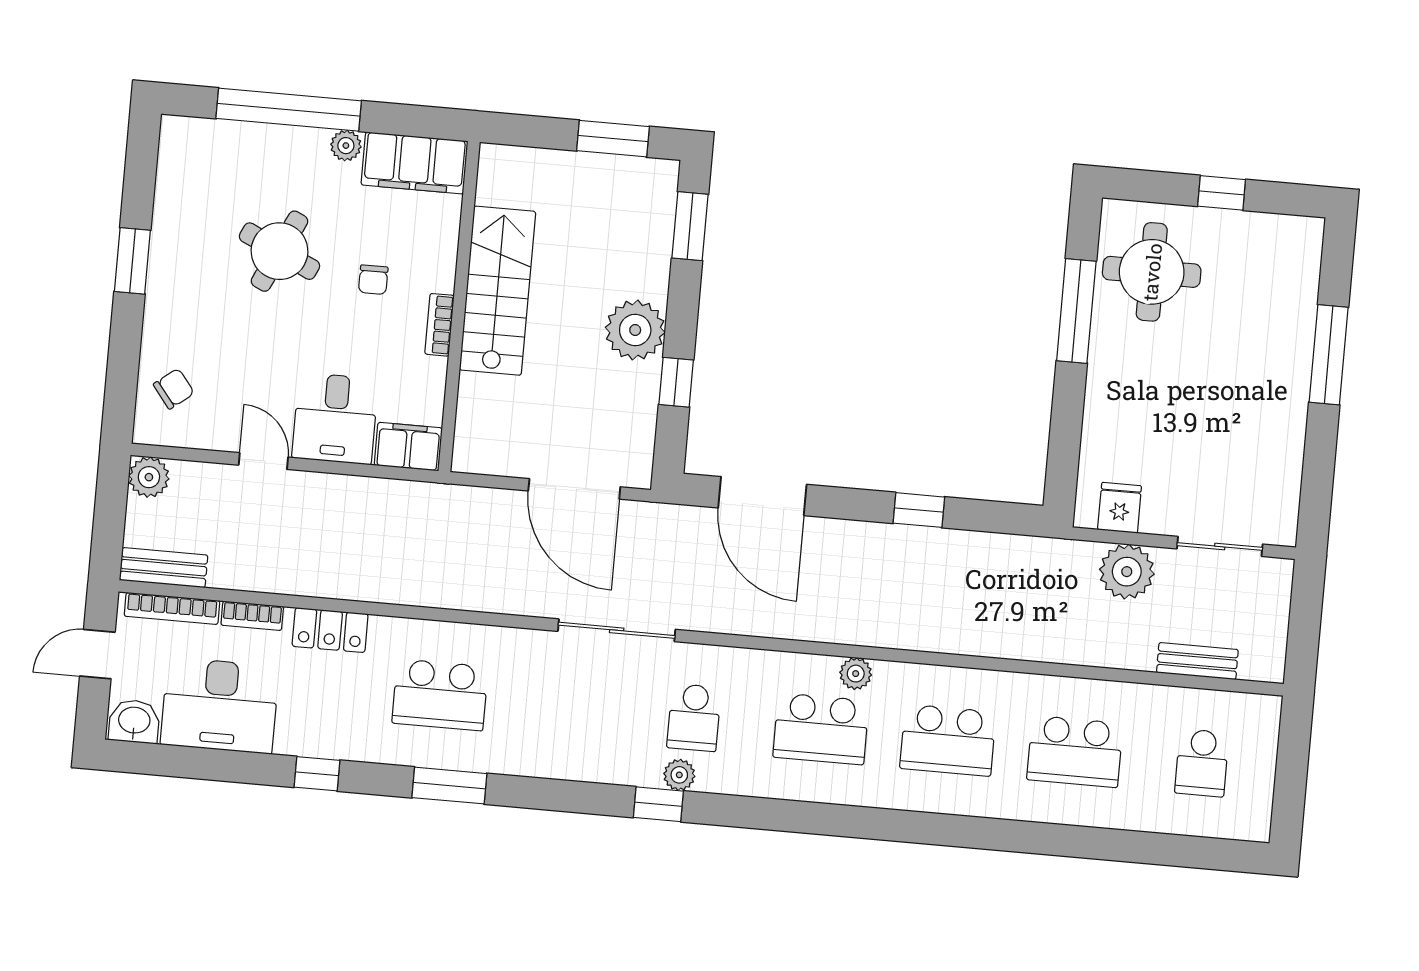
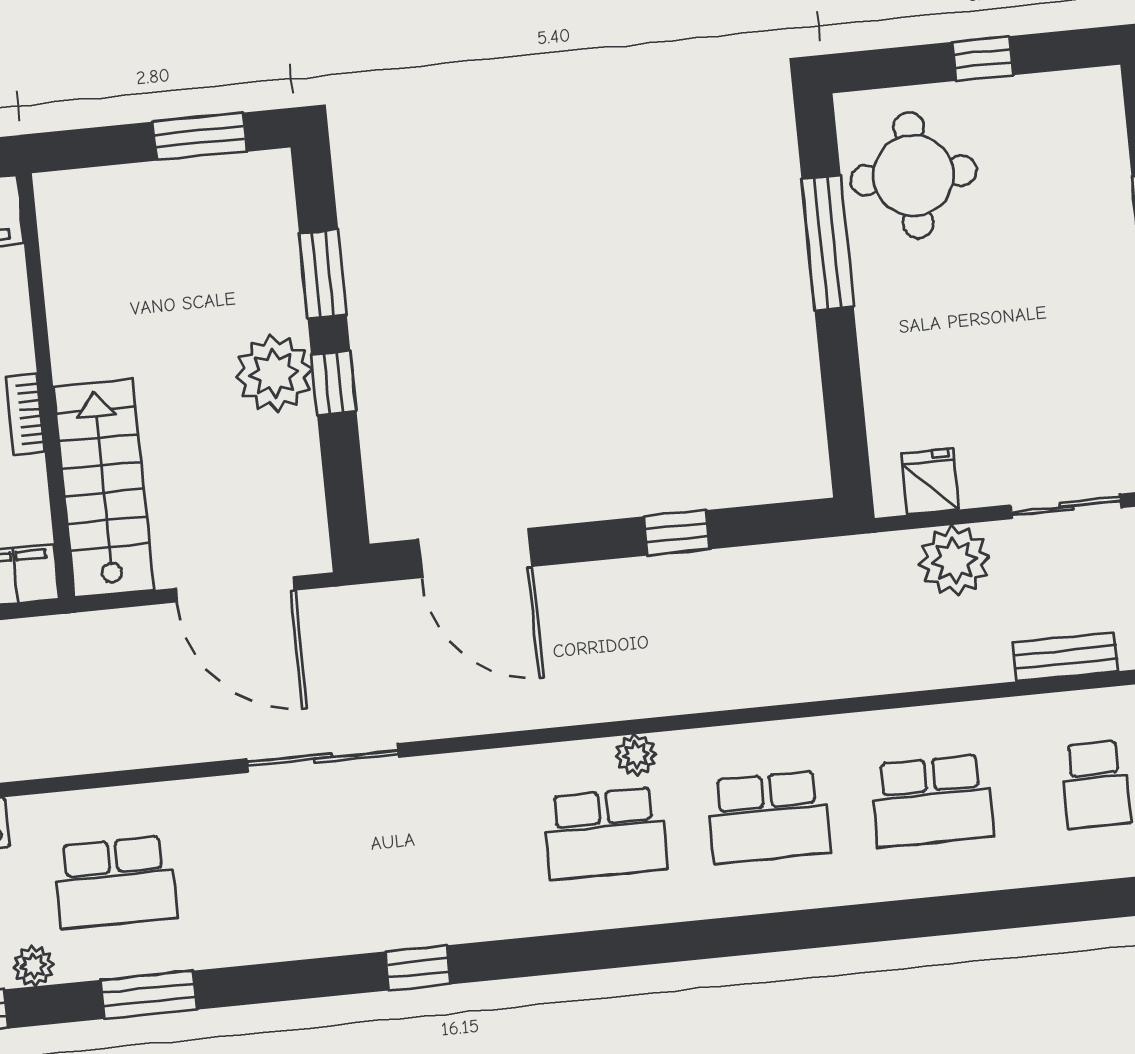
window: (690, 226) -> (323, 274), moved
stairs: (497, 291) -> (103, 488), moved
window: (676, 382) -> (334, 383), moved
school desk: (694, 718) -> (442, 850), removed
plant: (679, 775) -> (33, 966), moved

